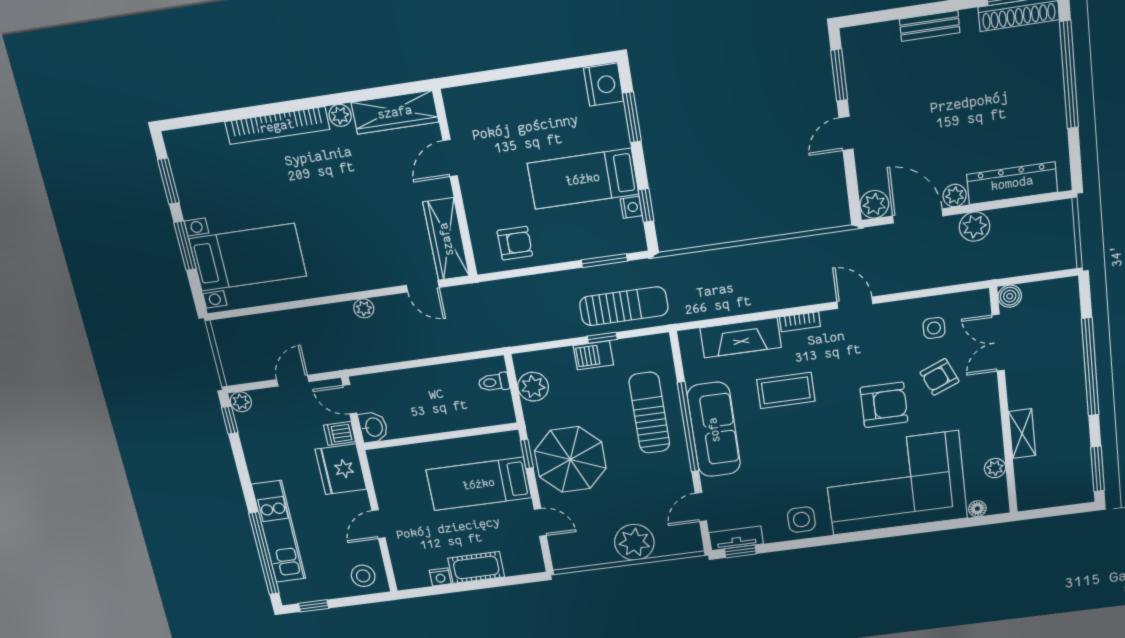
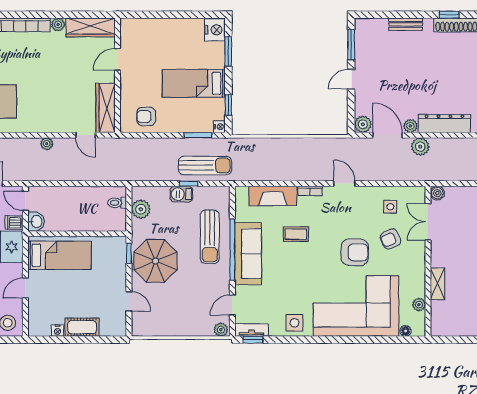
nightstand: (631, 207) -> (219, 127), moved
armchair: (515, 243) -> (146, 117), turned 180
coffee table: (786, 390) -> (296, 234), width x0.73, depth x0.77
sun lounger: (649, 413) -> (210, 237), turned 180
bed: (479, 484) -> (59, 255), moved, turned 180
plant: (634, 542) -> (221, 330), moved, width x0.53, depth x0.53

